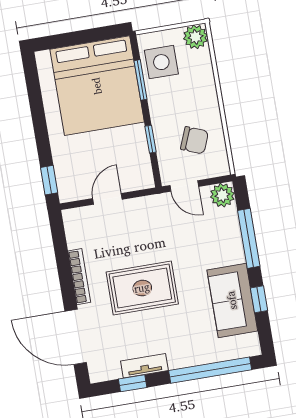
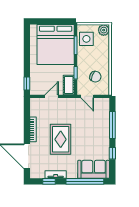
cot: (140, 168) -> (69, 85), added
plant: (222, 195) -> (104, 104), removed
rug: (142, 288) -> (61, 139), turned 90
sofa: (232, 300) -> (94, 169), moved, turned 90

